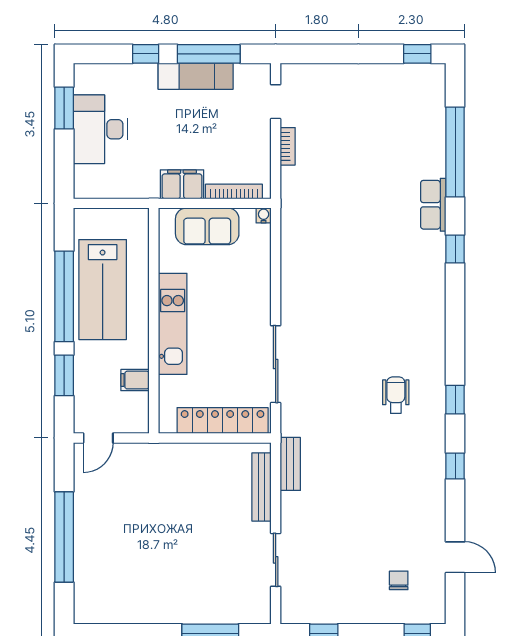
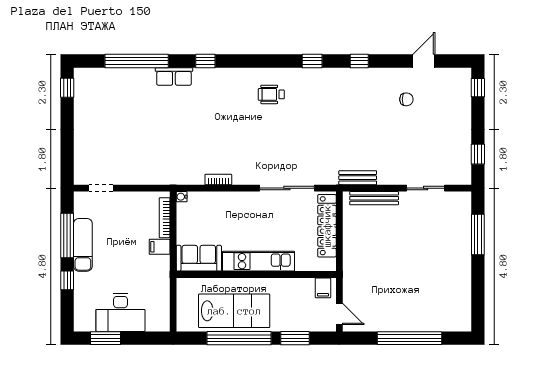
bookcase: (288, 146) -> (218, 180), moved
filing cabinet: (182, 184) -> (160, 247), width x0.50
sofa: (207, 226) -> (199, 258), moved, turned -90
filing cabinet: (135, 380) -> (323, 288), moved
wheelchair: (396, 395) -> (271, 94), moved
chair: (399, 580) -> (406, 99), moved, turned 180

